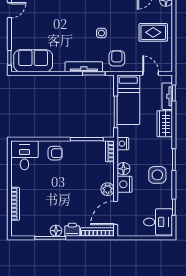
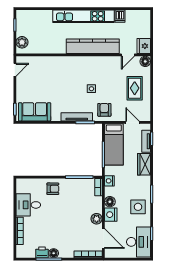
rug: (153, 32) -> (135, 88), turned 90
desk: (24, 155) -> (28, 205), moved, turned -90
door: (116, 213) -> (103, 238), swing flipped
desk: (158, 222) -> (139, 242), width x1.37
printer: (72, 230) -> (42, 252), moved

